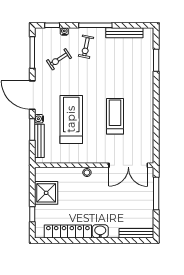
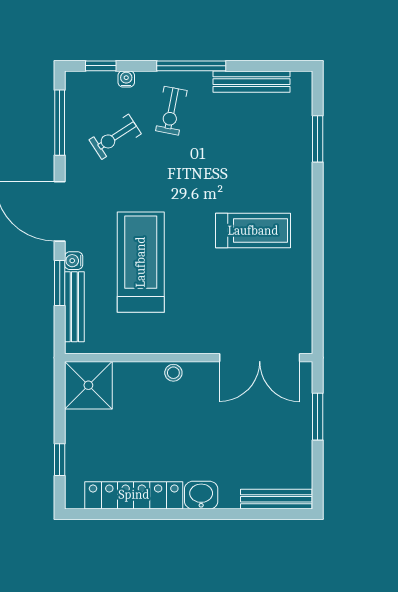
treadmill: (115, 116) -> (253, 231), moved, turned 90
shower: (46, 193) -> (88, 385), moved
window: (156, 194) -> (318, 417), width x0.69

